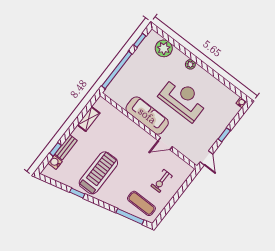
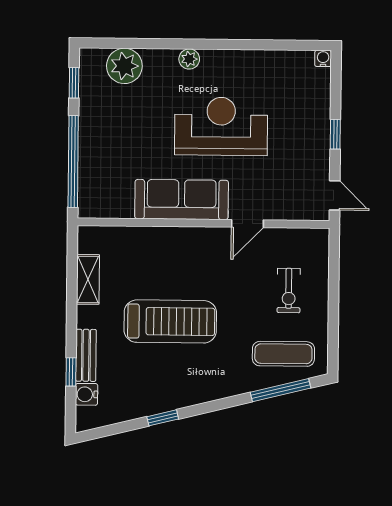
treadmill: (98, 173) -> (170, 321), moved, turned 90

